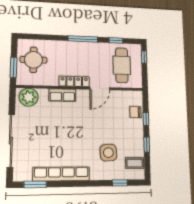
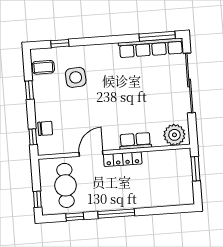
round table: (34, 60) -> (173, 180), removed
window: (146, 119) -> (33, 137), moved
row of seats: (61, 174) -> (151, 48), moved
window: (35, 184) -> (157, 36), width x1.44

